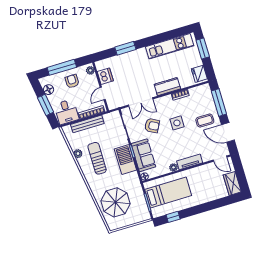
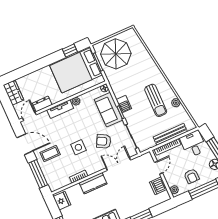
barbecue: (125, 159) -> (124, 104), width x0.53, depth x0.65
door: (220, 159) -> (29, 116), hinge flipped
dresser: (206, 169) -> (42, 104), added
bed: (168, 192) -> (76, 70), width x1.50
parasol: (115, 202) -> (116, 54), moved

